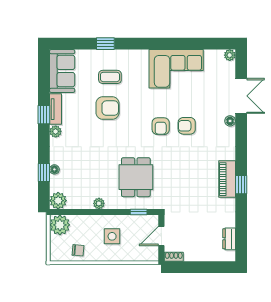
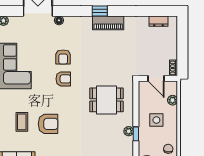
armchair: (107, 108) -> (48, 124), turned 90
window: (241, 185) -> (100, 11), moved
window: (139, 212) -> (136, 134), moved
plant: (136, 255) -> (173, 100), added

